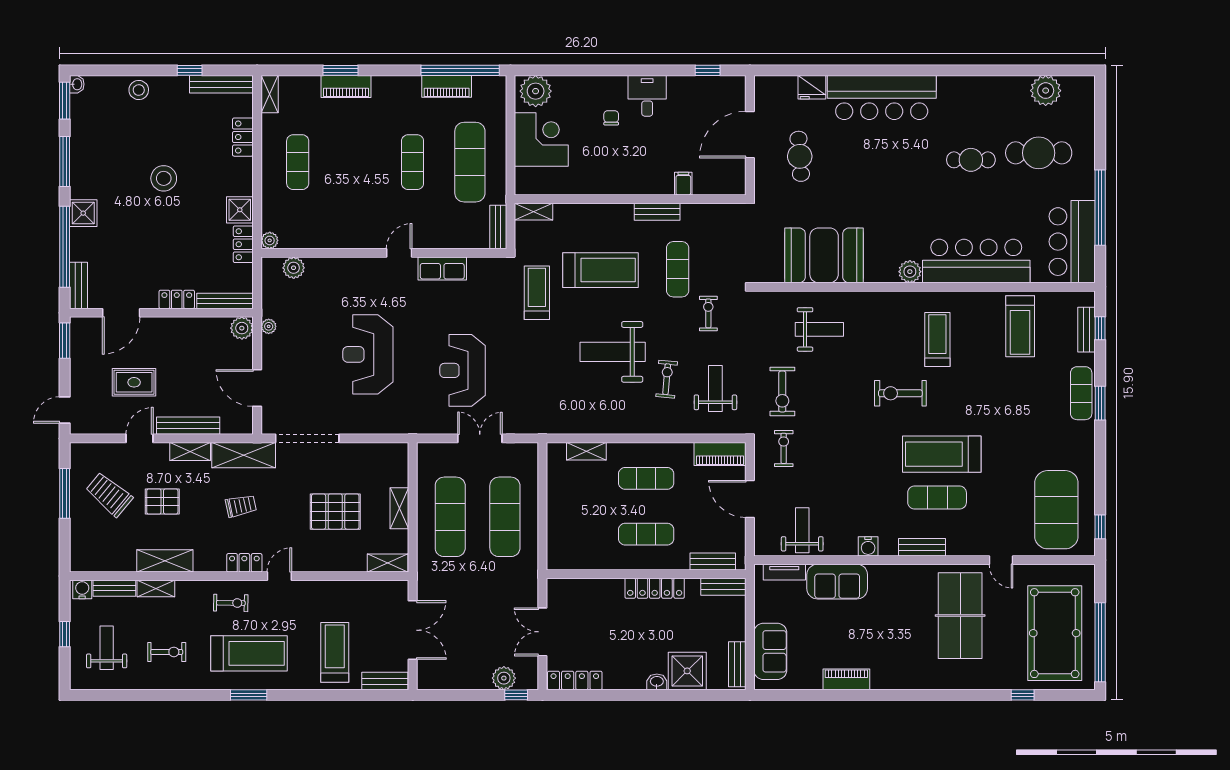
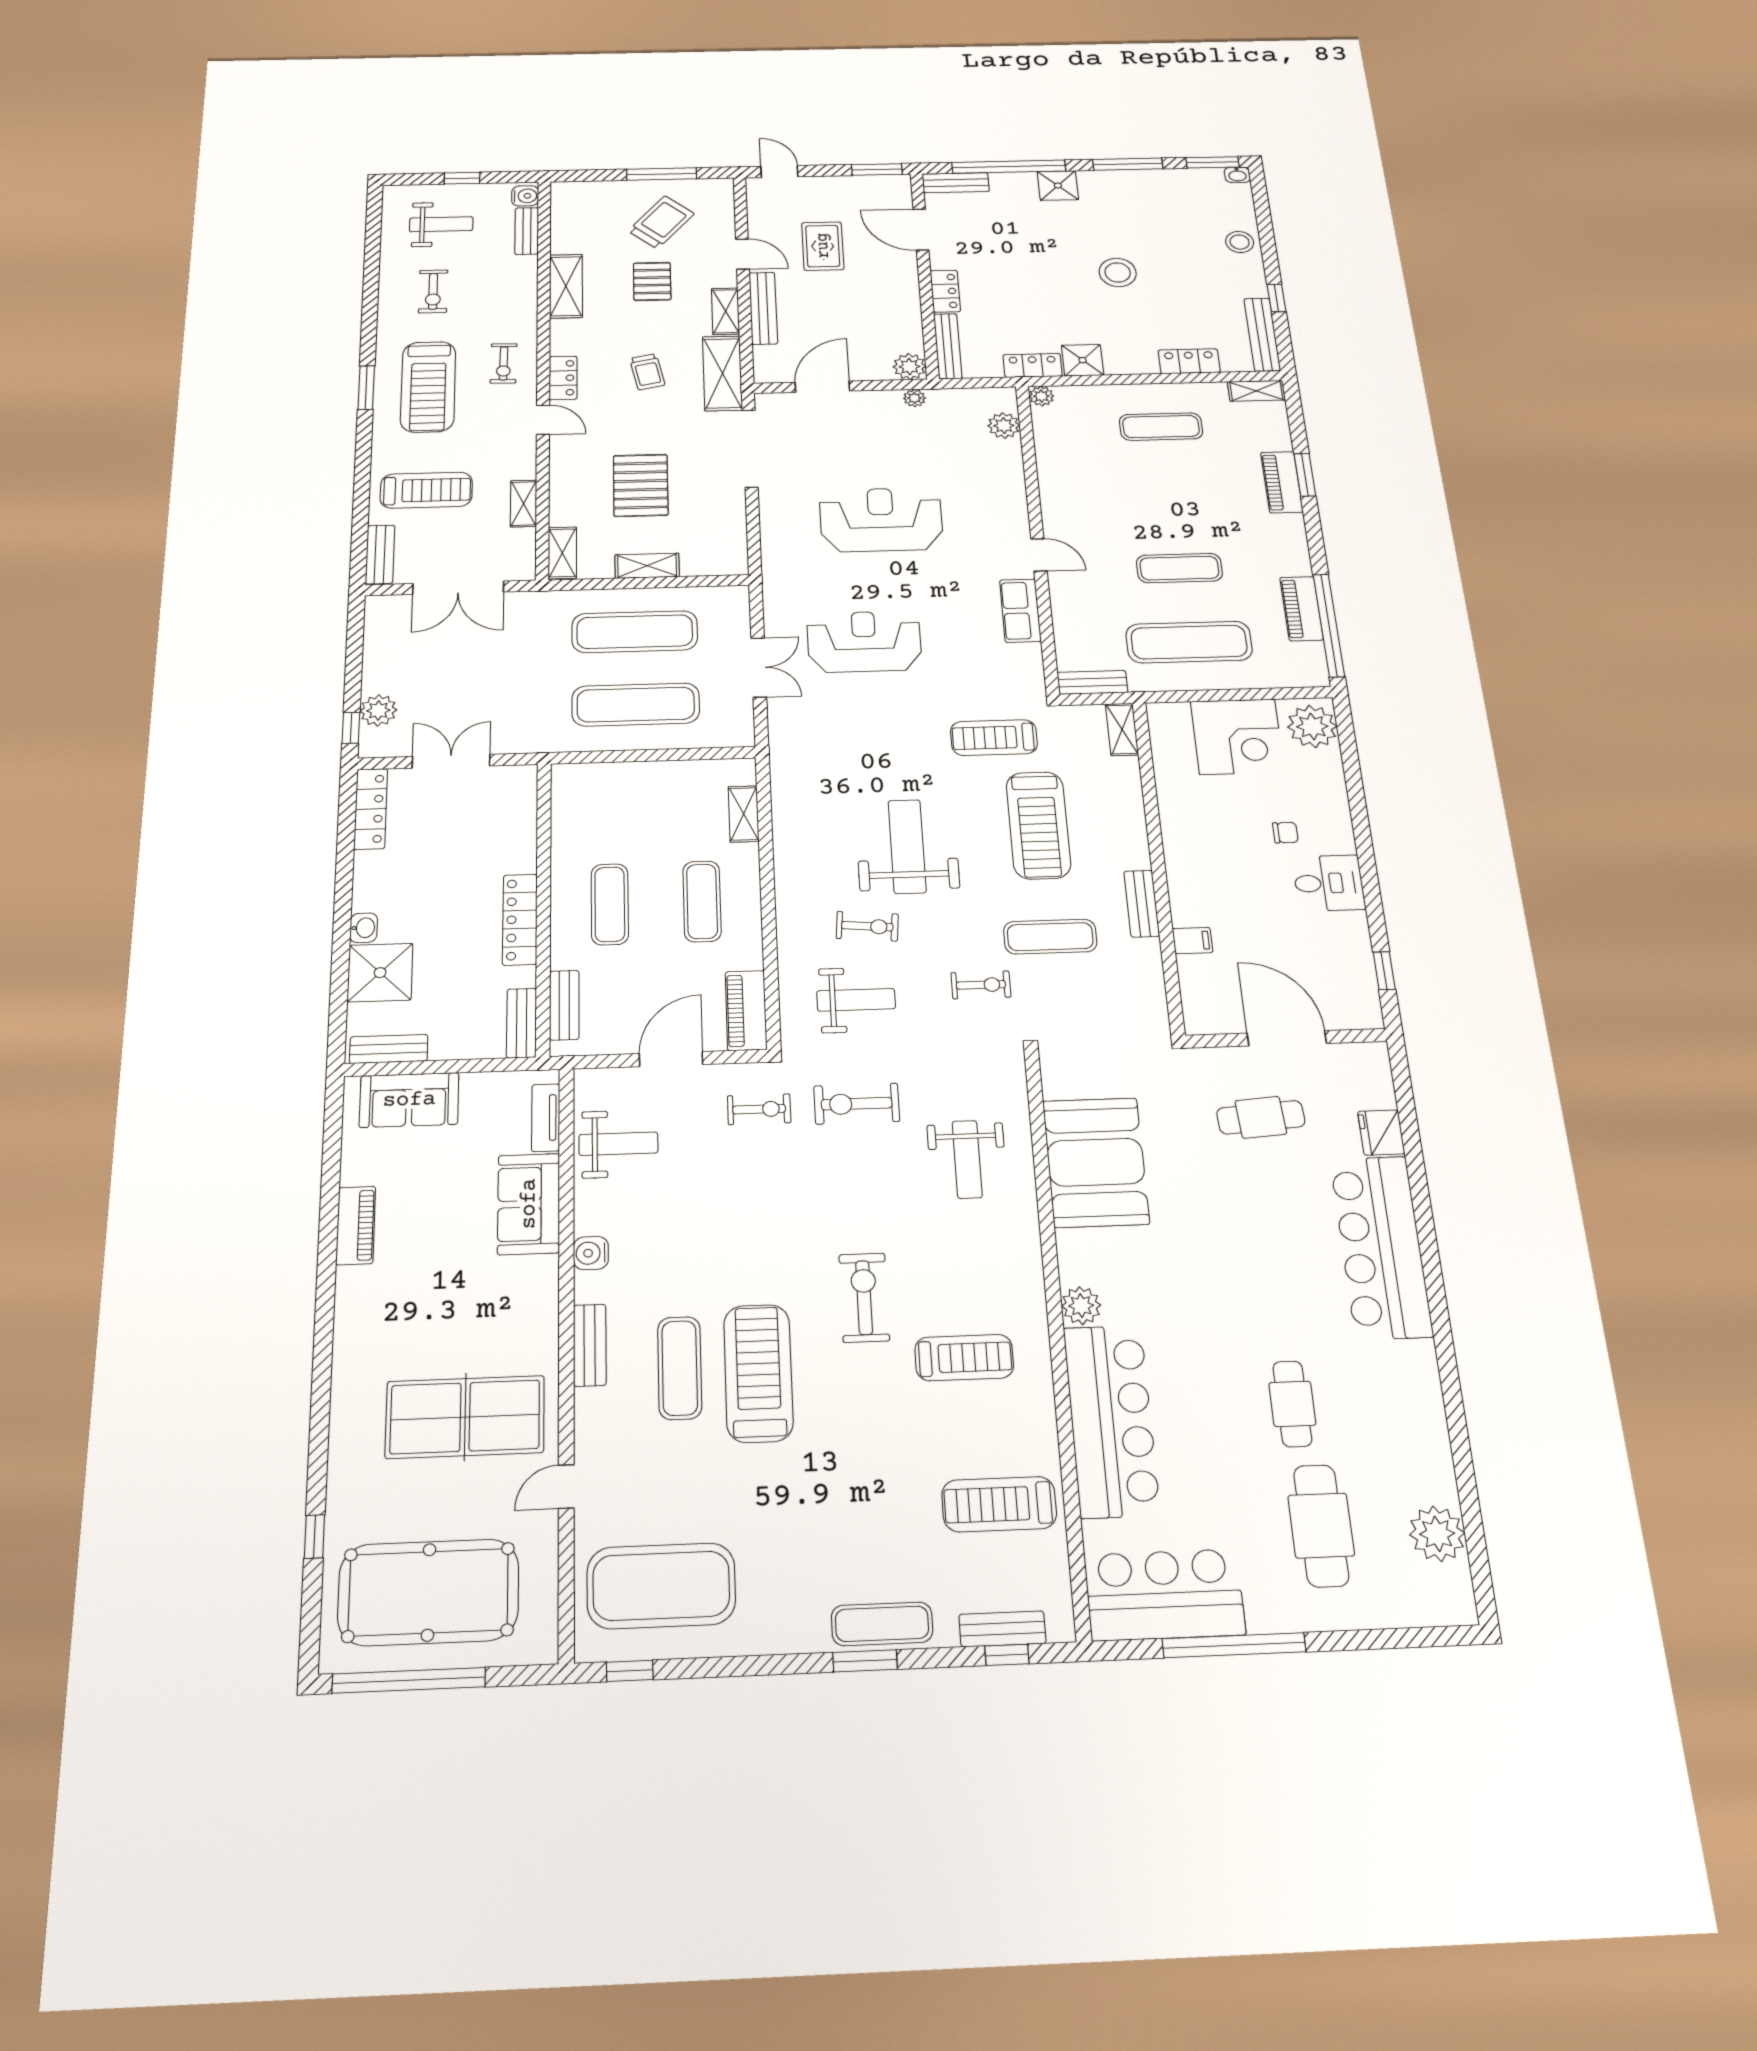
treadmill: (537, 293) -> (994, 738), turned 180
shelving: (156, 588) -> (524, 503), moved

